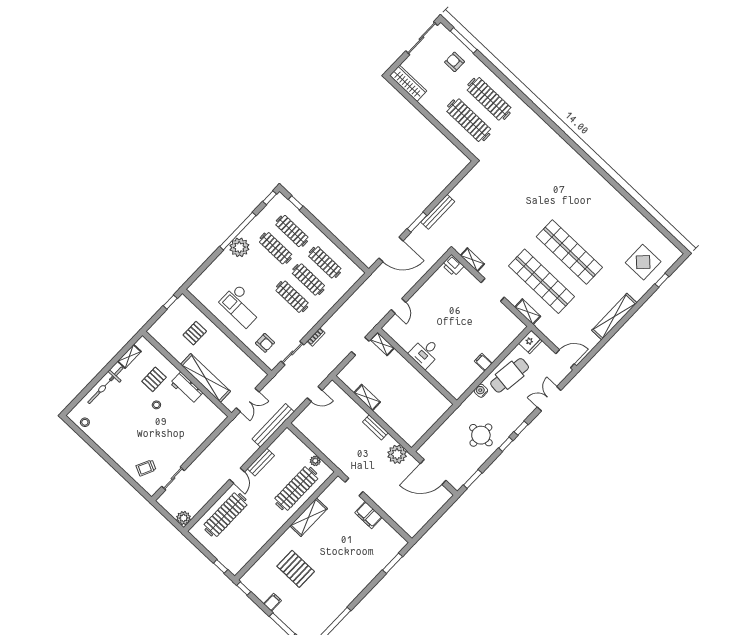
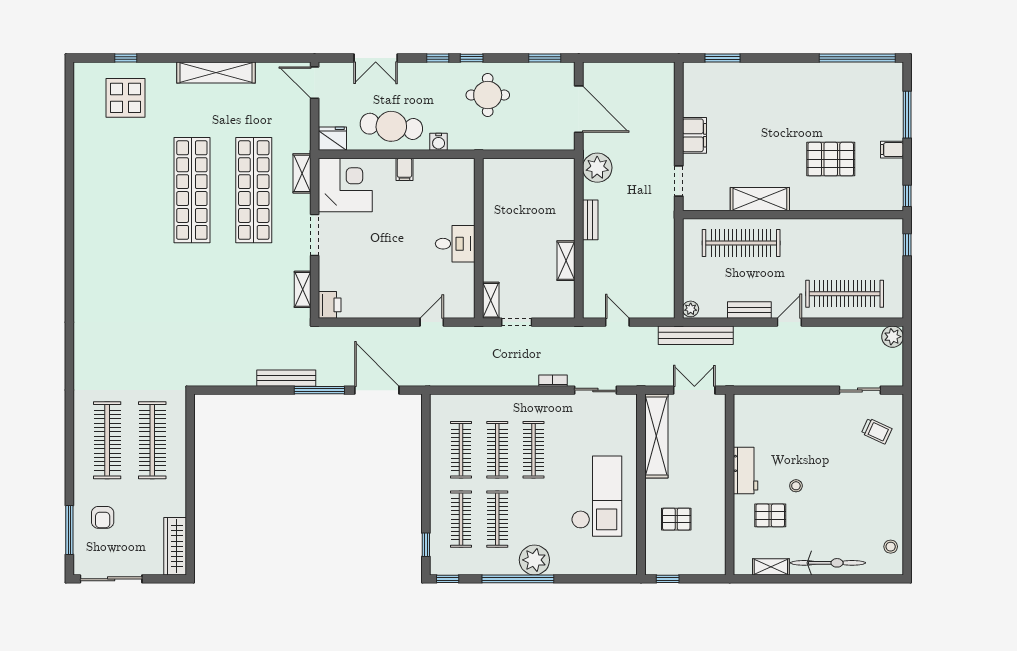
window: (417, 222) -> (319, 390), width x1.44
checkout: (242, 306) -> (597, 496), width x1.36, depth x1.21
corner desk: (503, 327) -> (345, 185), added
armchair: (265, 343) -> (613, 431), removed
shelving: (205, 378) -> (656, 436), moved
plant: (315, 461) -> (691, 309), moved
pallet: (296, 569) -> (831, 159), turned 90

